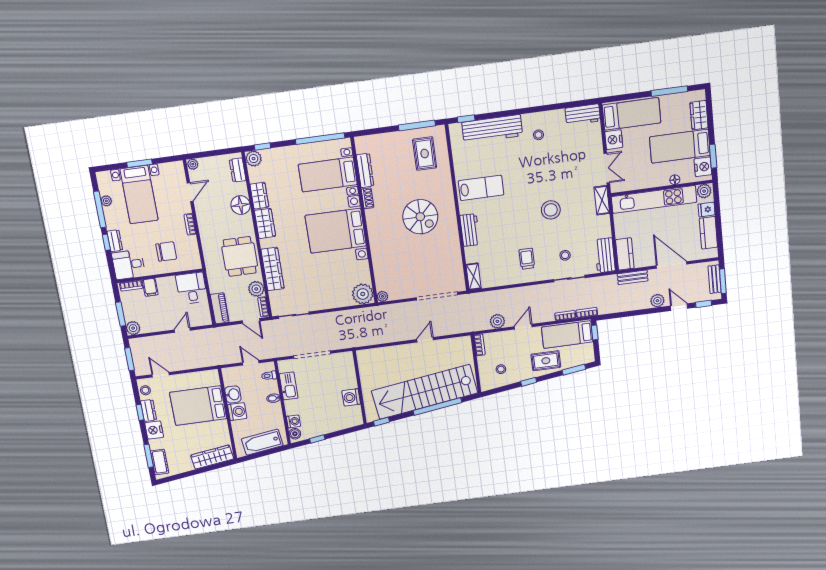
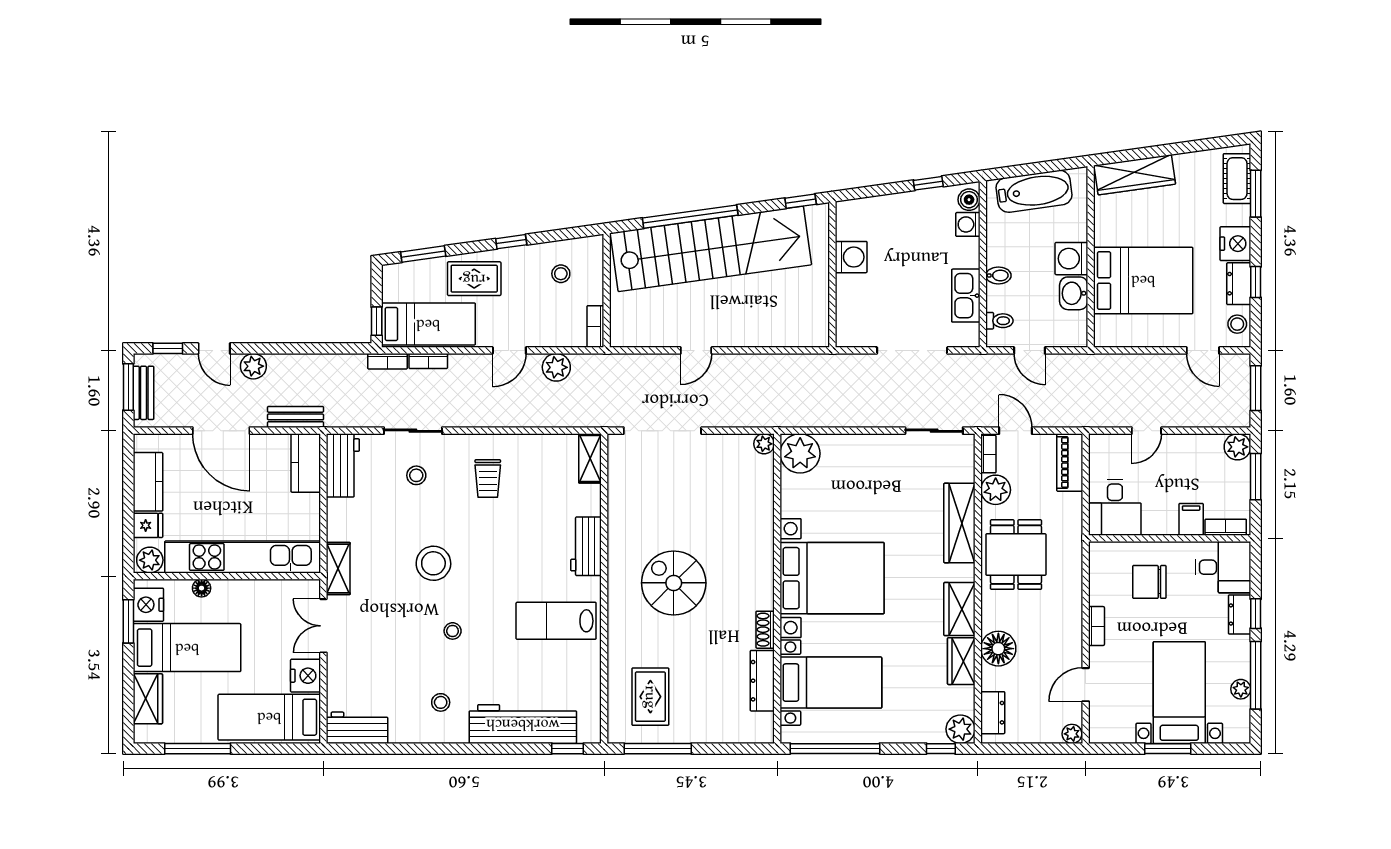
stool: (536, 175) -> (453, 631), added

